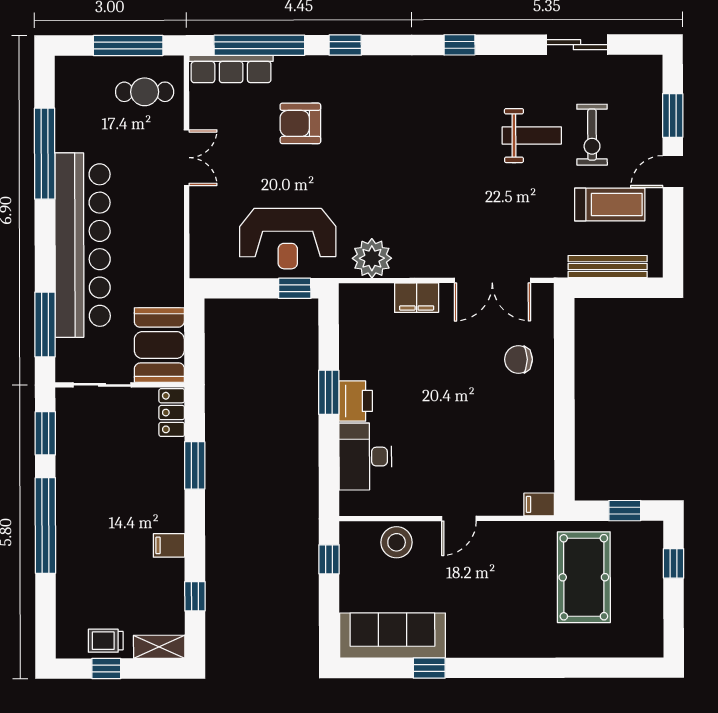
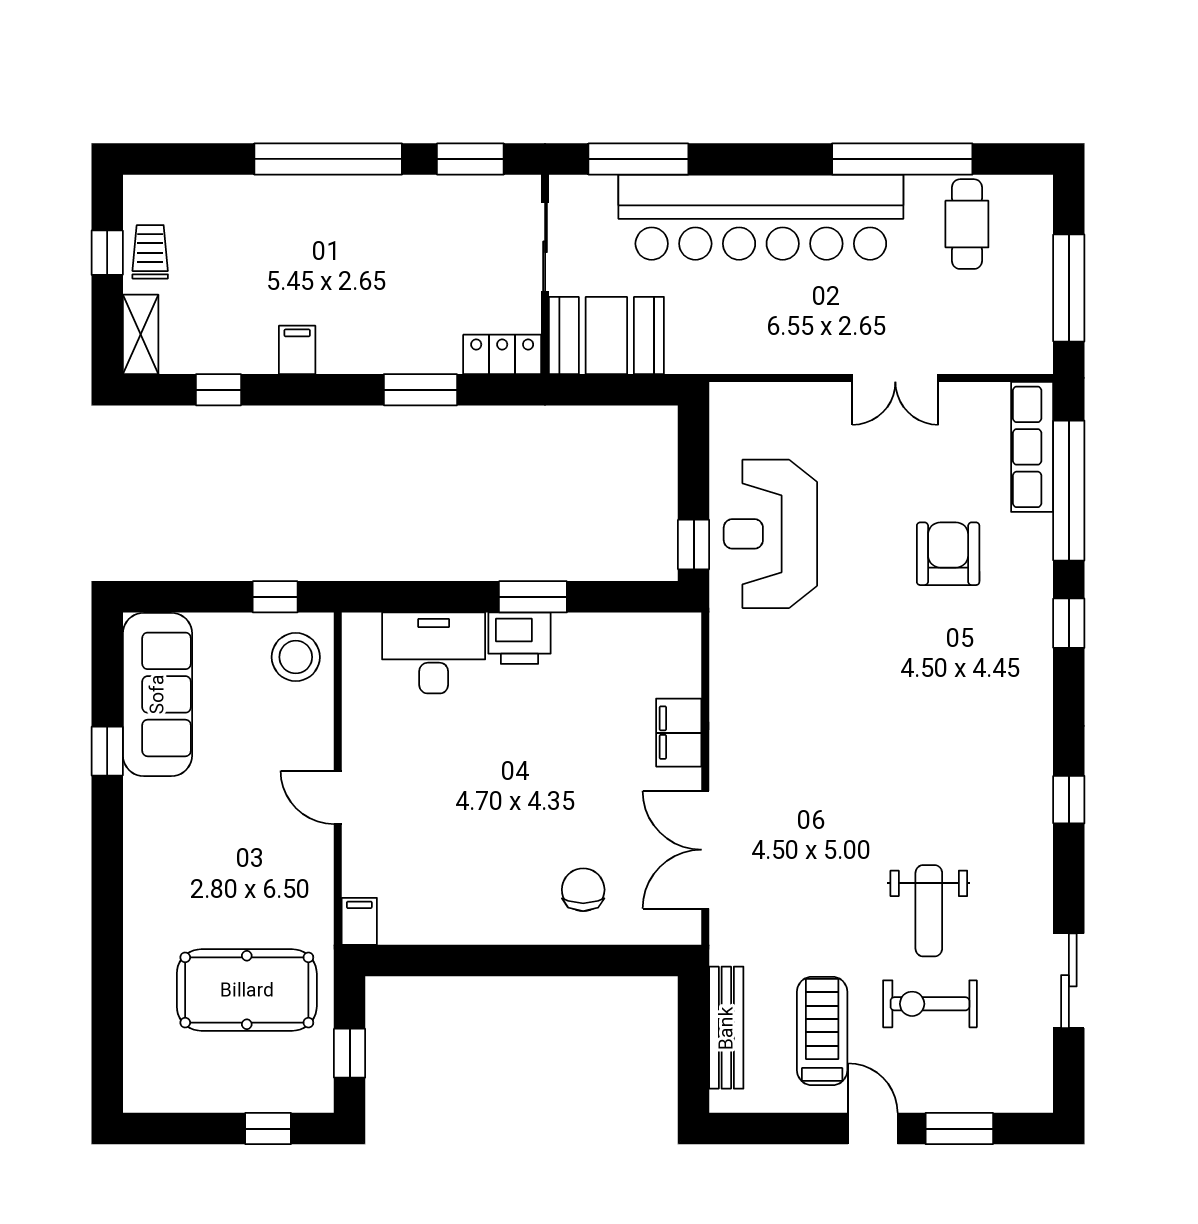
cafe table: (145, 92) -> (967, 224), moved
treadmill: (610, 204) -> (822, 1031), turned 180
plant: (372, 258) -> (740, 664), removed
stool: (397, 542) -> (296, 657), moved

